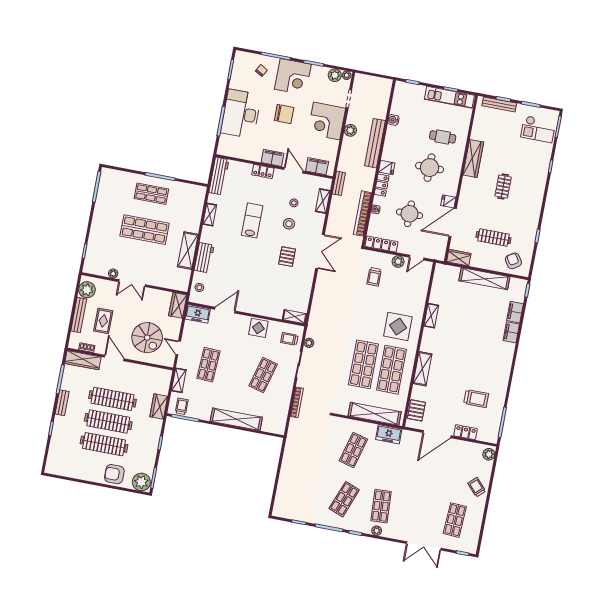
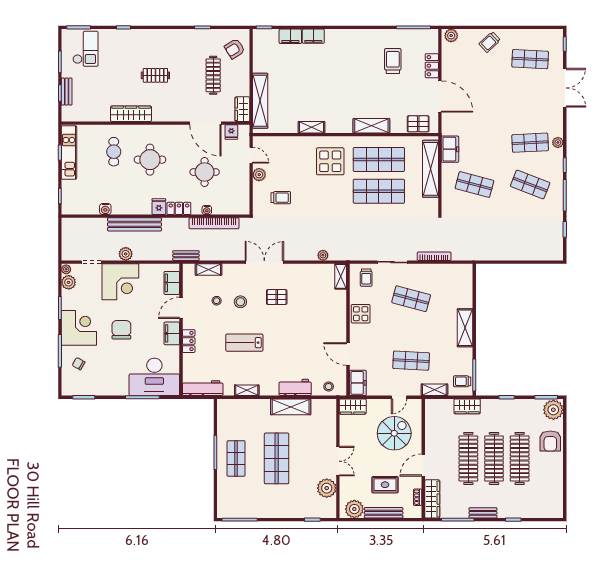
bench: (499, 104) -> (67, 92), width x0.73
desk: (241, 114) -> (154, 377), moved
fridge: (448, 201) -> (231, 132), moved
locker: (382, 244) -> (244, 196), removed
plant: (113, 274) -> (327, 488), width x1.87, depth x1.87
shelving: (484, 279) -> (260, 101), moved
plant: (309, 343) -> (323, 255), moved
shelving: (236, 419) -> (465, 328), width x0.68

